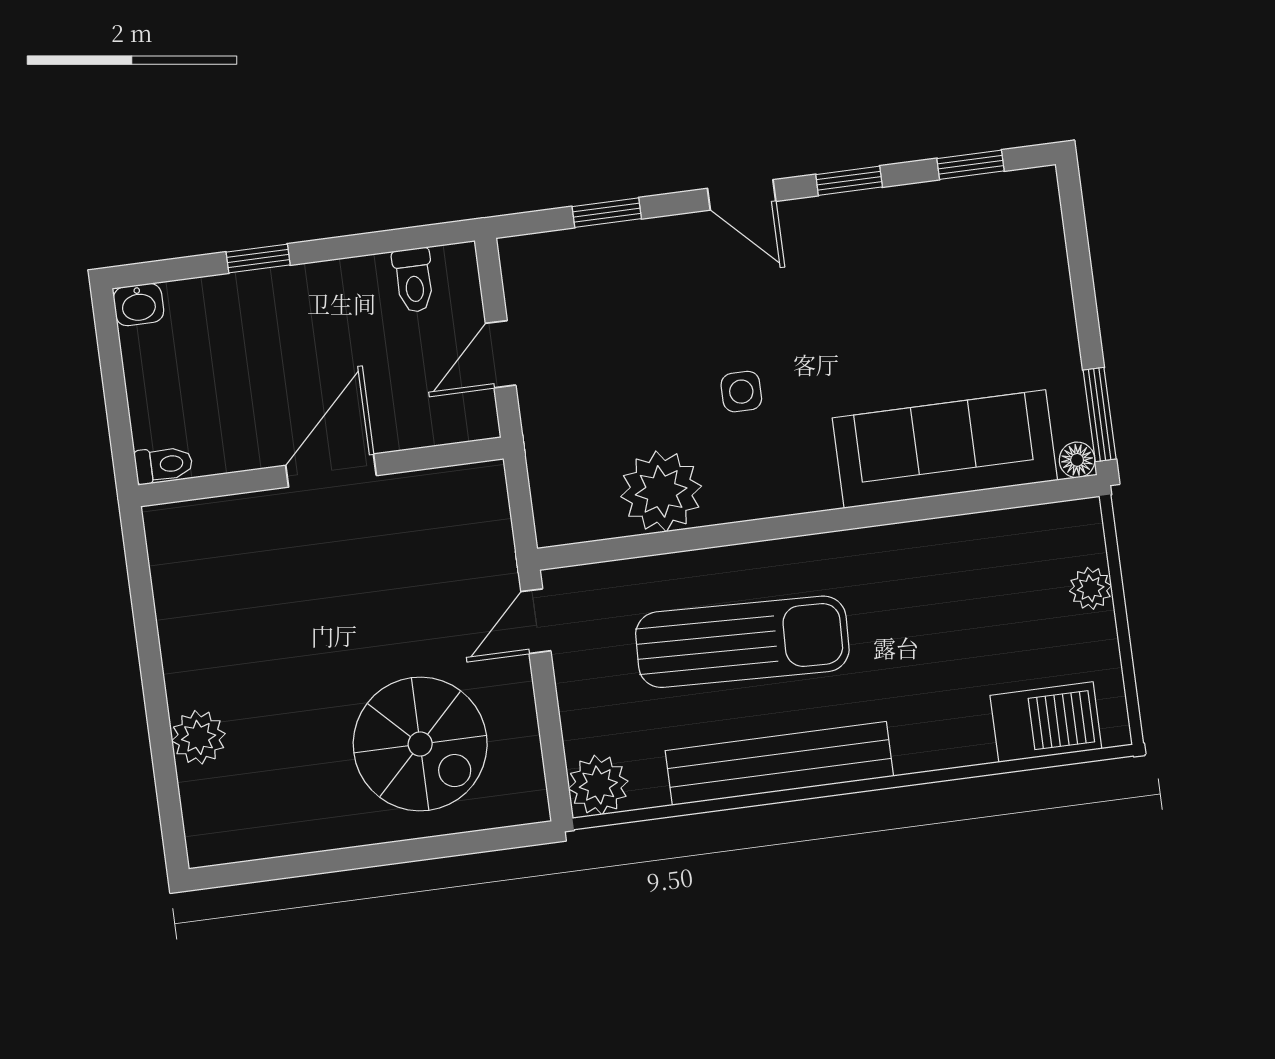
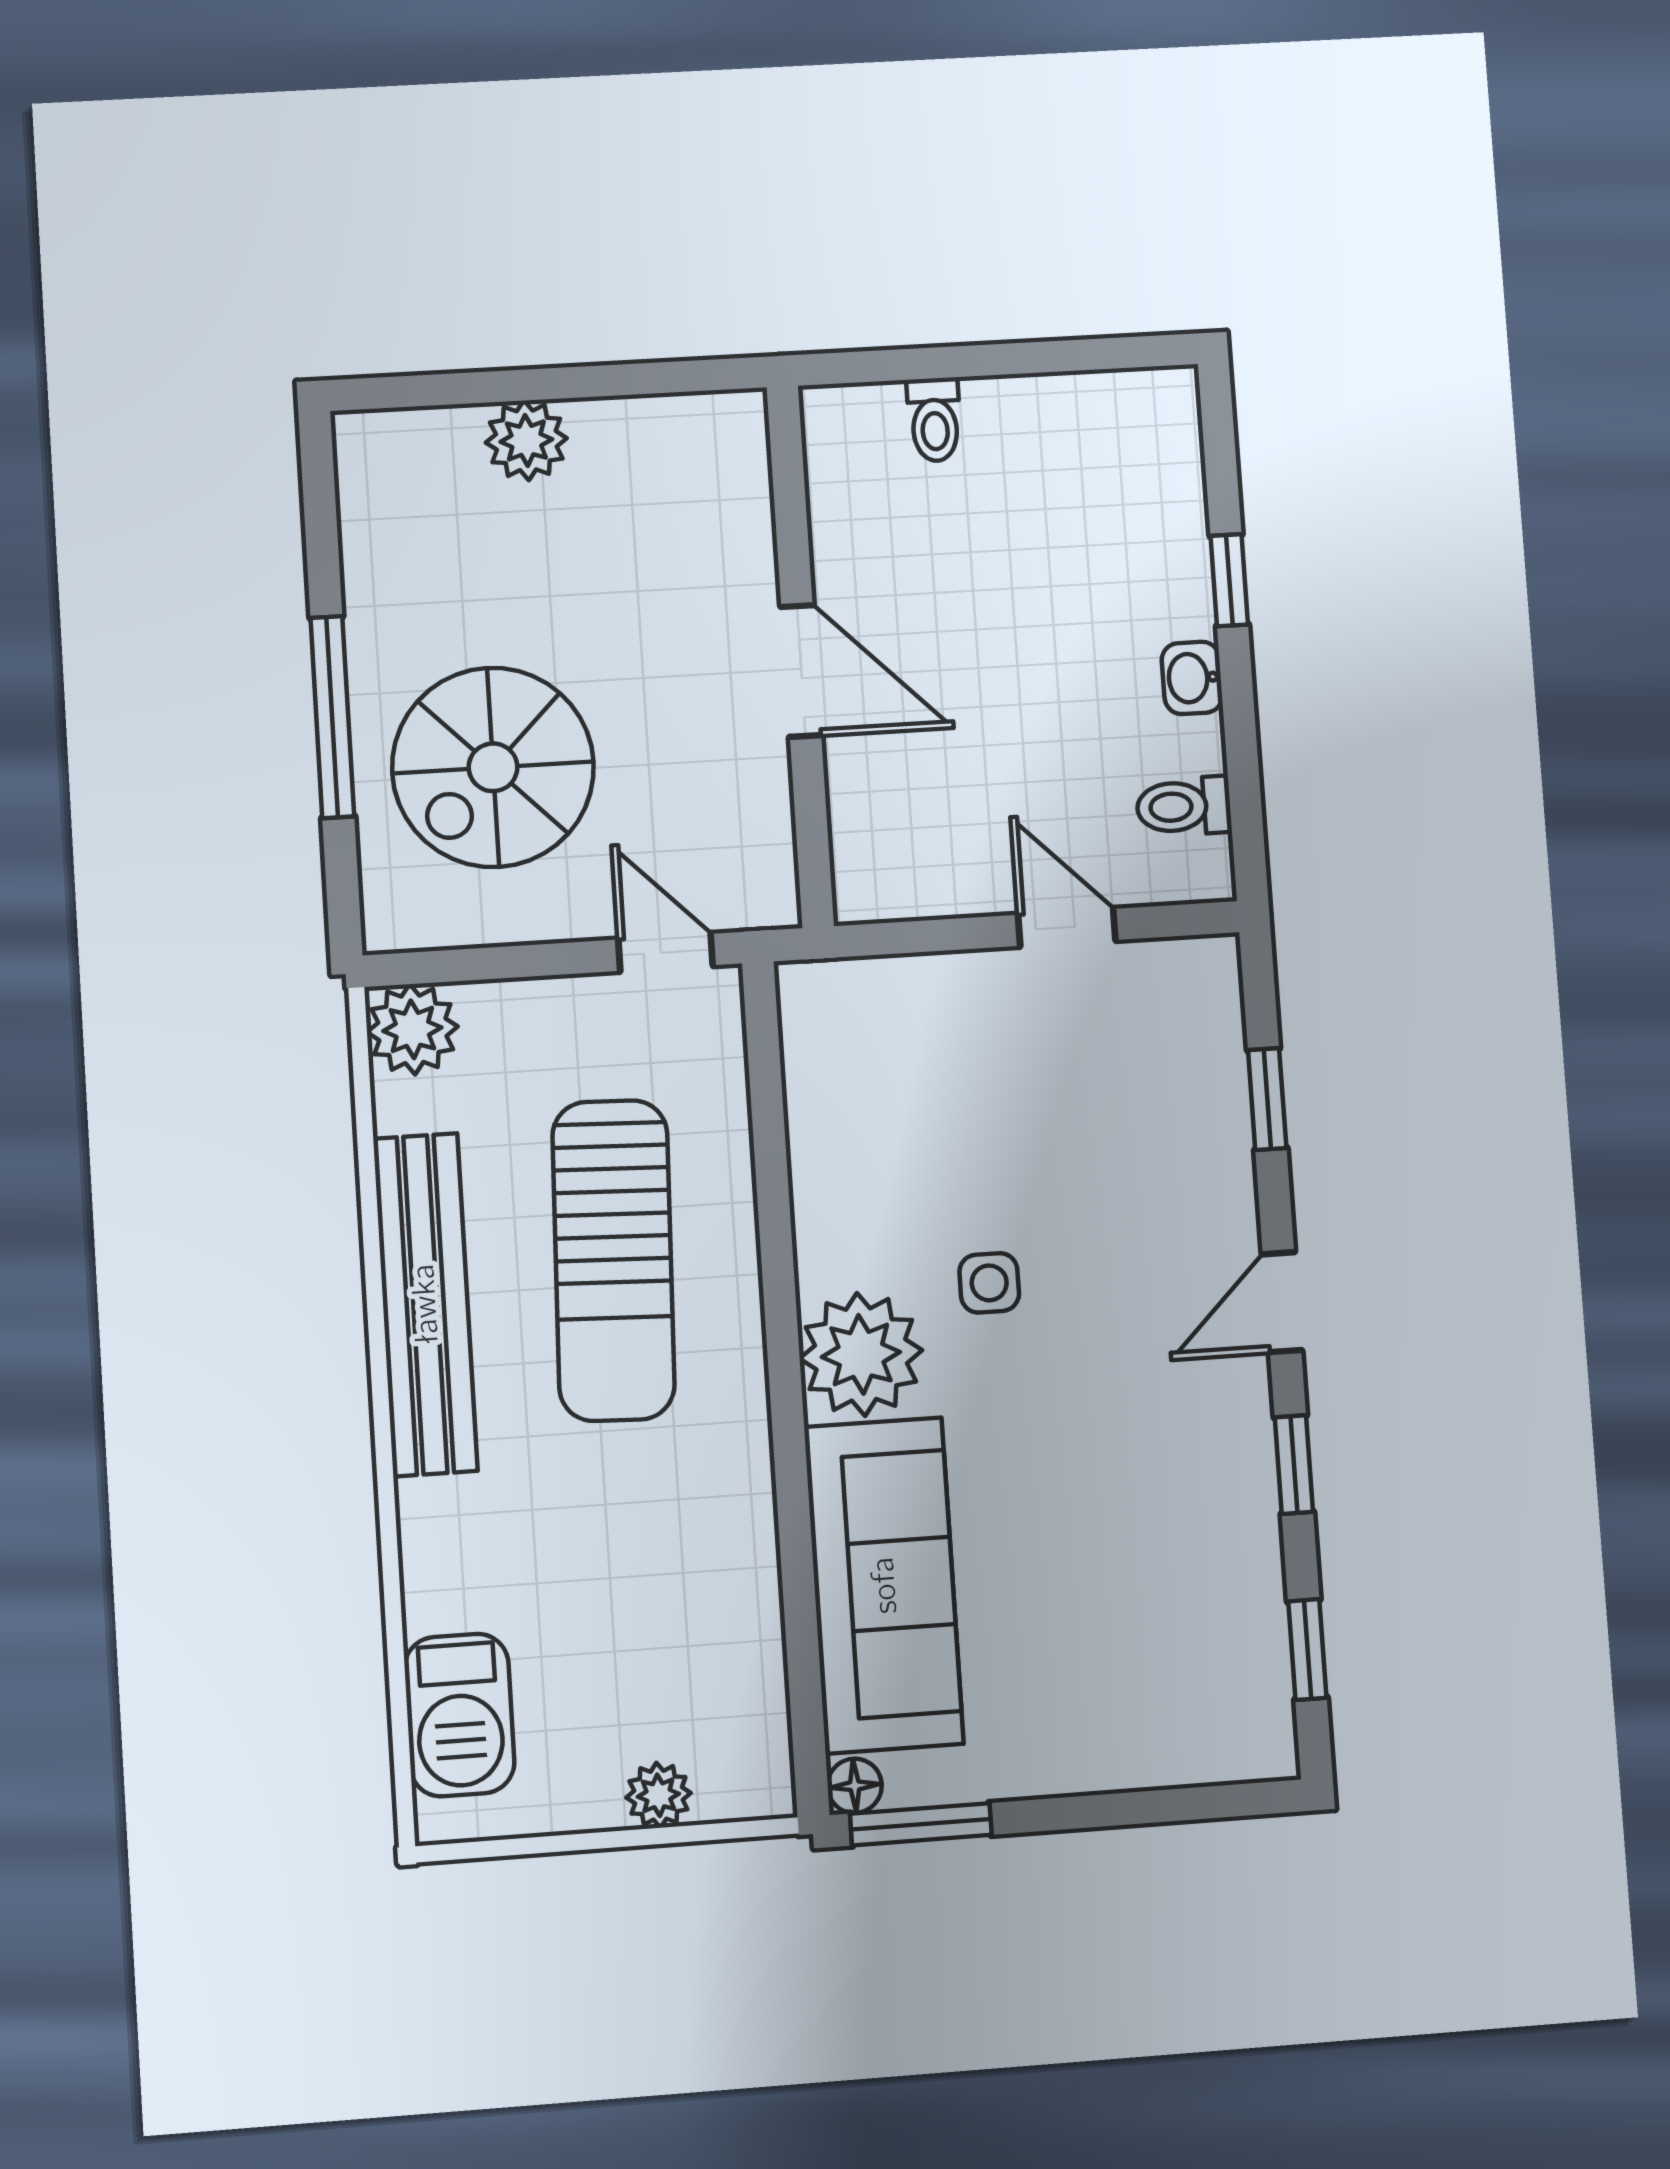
washbasin: (139, 305) -> (1192, 678), moved
door: (331, 471) -> (801, 671), moved
wall: (321, 472) -> (800, 656), moved
plant: (661, 491) -> (861, 1354), moved
window: (394, 853) -> (332, 717), added

